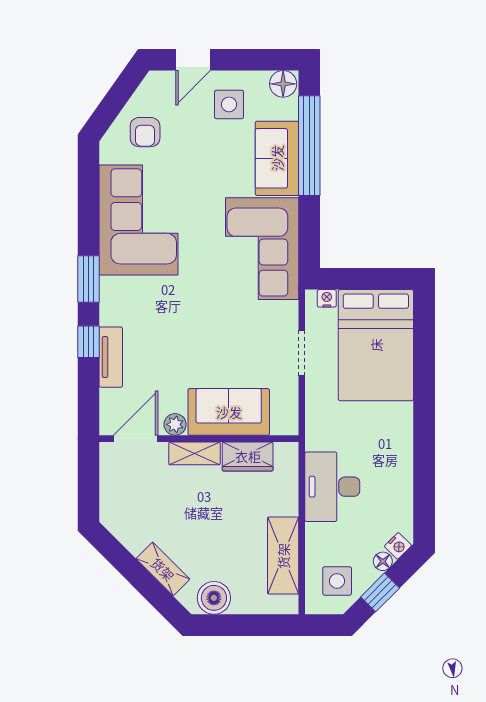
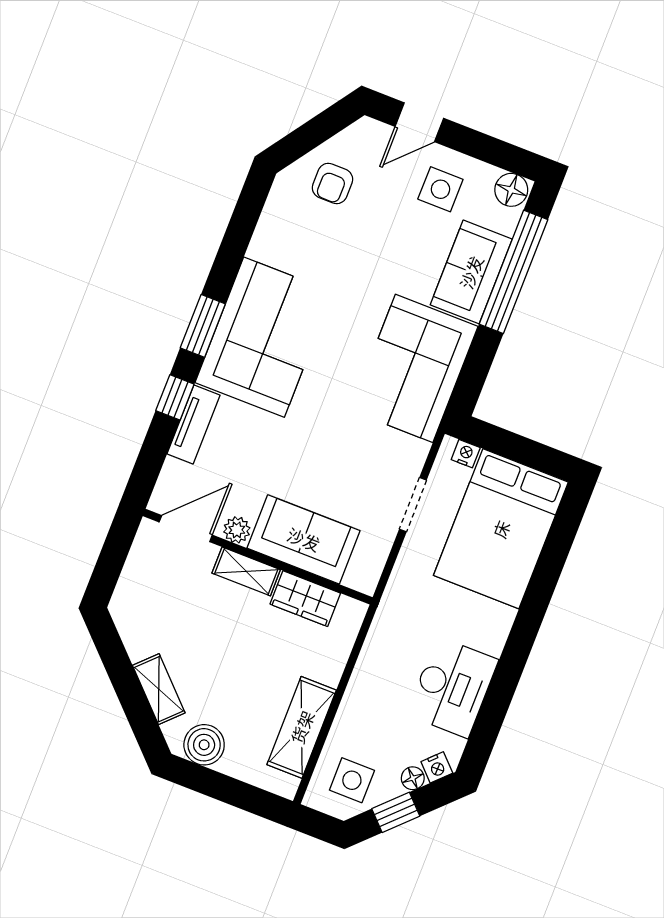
corner sofa: (139, 220) -> (264, 337), moved
desk: (332, 487) -> (452, 687), moved, turned 180

